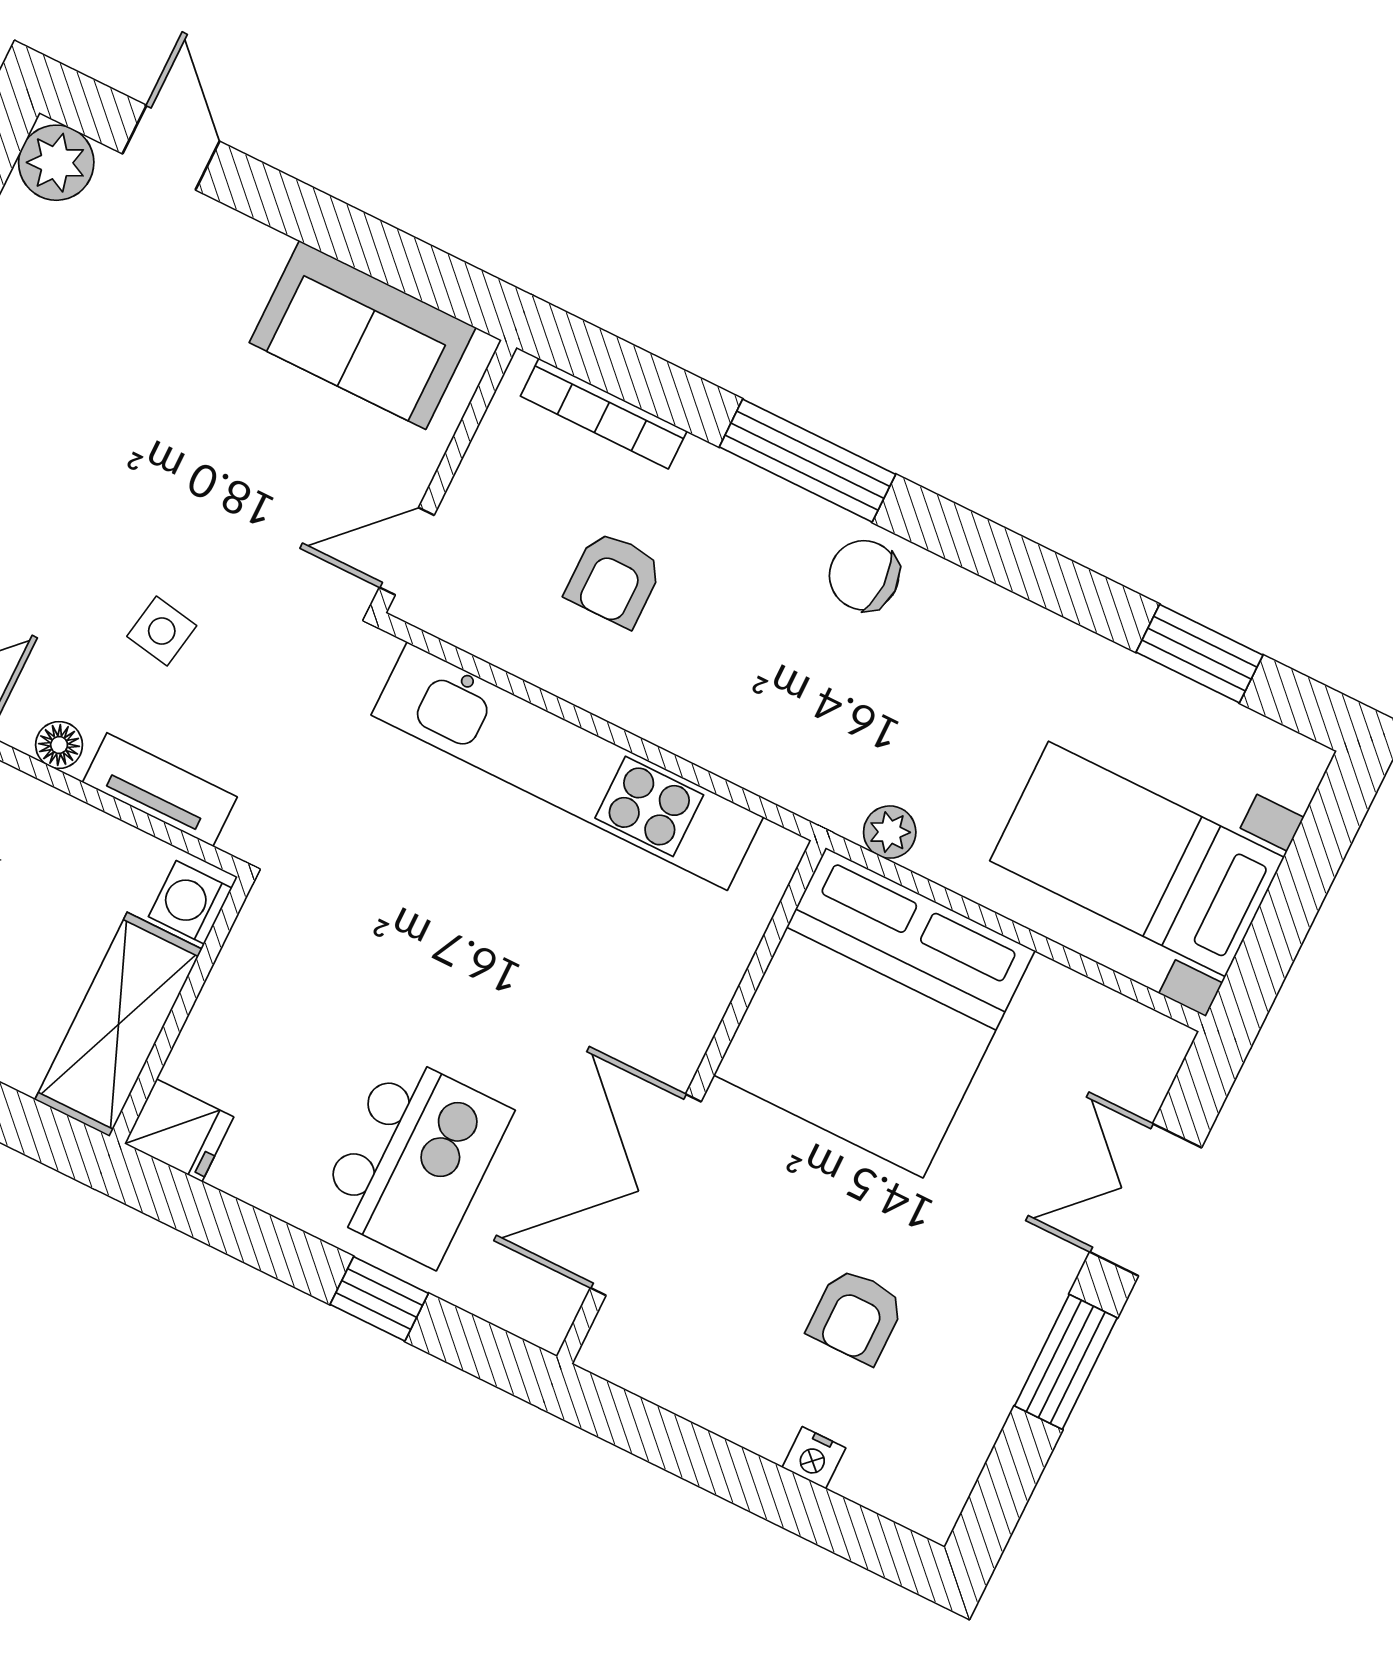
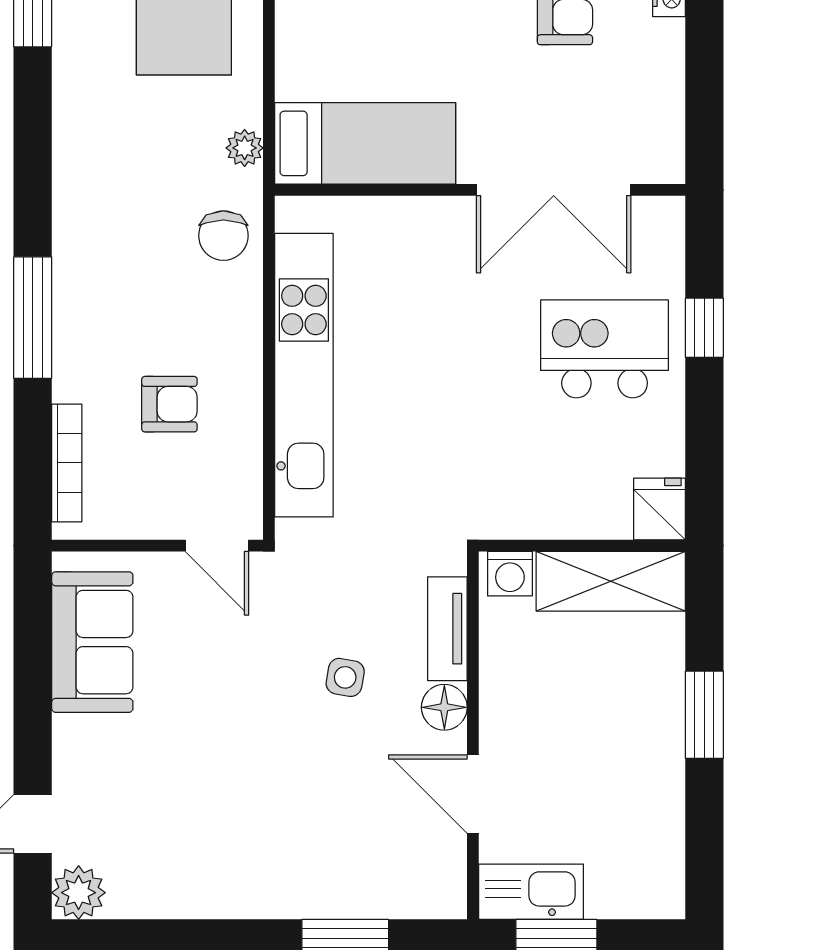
chair: (864, 575) -> (223, 236), moved
floor lamp: (59, 745) -> (444, 707), width x1.37, depth x1.37
bed: (874, 1013) -> (365, 143), width x0.49

